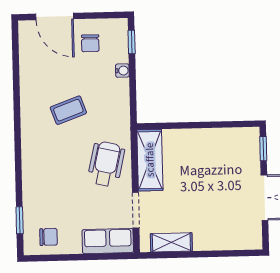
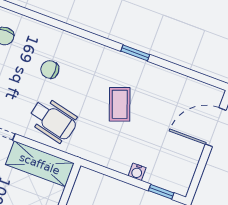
chair: (90, 43) -> (50, 70), moved
window: (20, 220) -> (135, 53), moved

